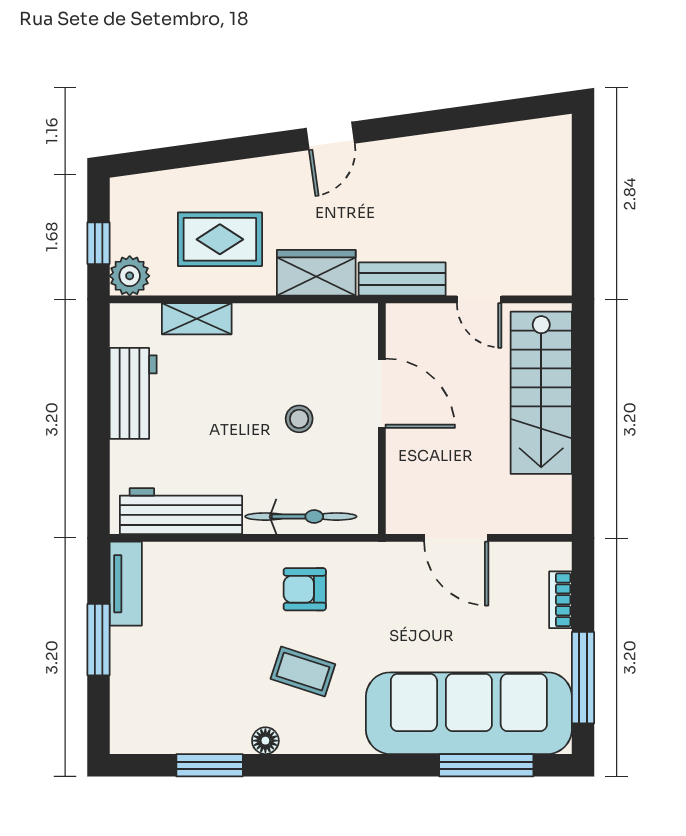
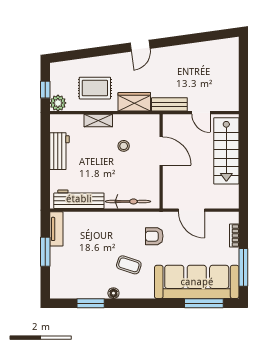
shelving: (197, 319) -> (98, 121), moved
stool: (299, 419) -> (124, 146), moved
armchair: (305, 589) -> (154, 236), moved

